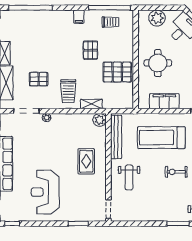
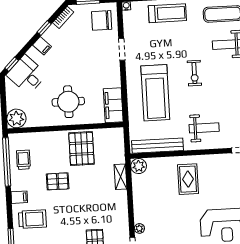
plant: (157, 18) -> (16, 118), moved
trolley: (68, 91) -> (32, 219), moved
filing cabinet: (164, 101) -> (113, 105), moved
rug: (86, 161) -> (188, 179), turned 90

